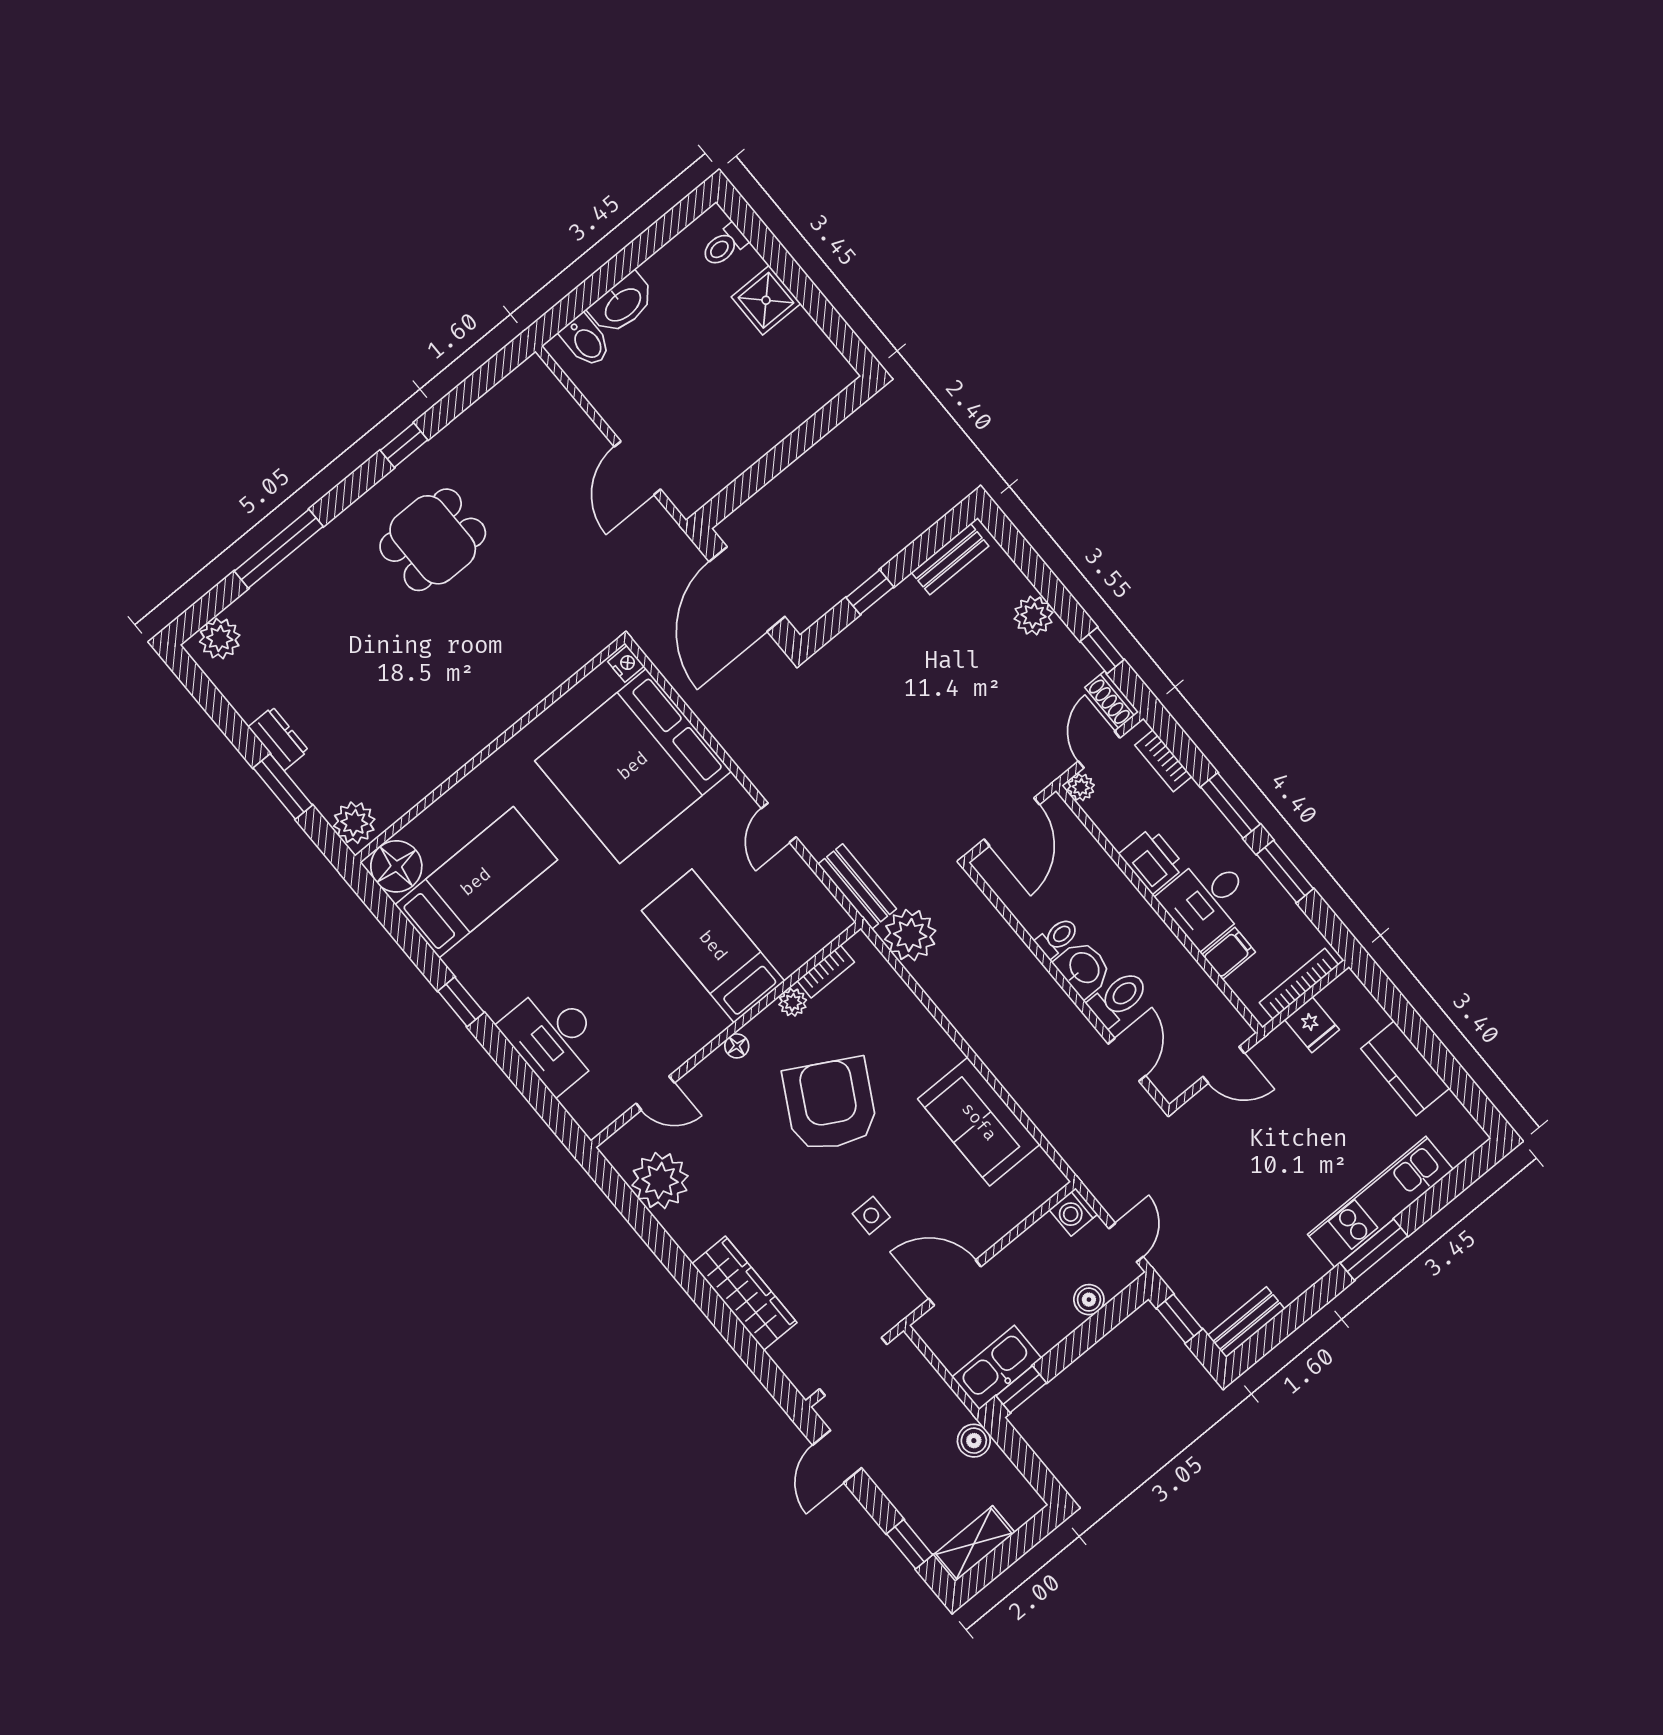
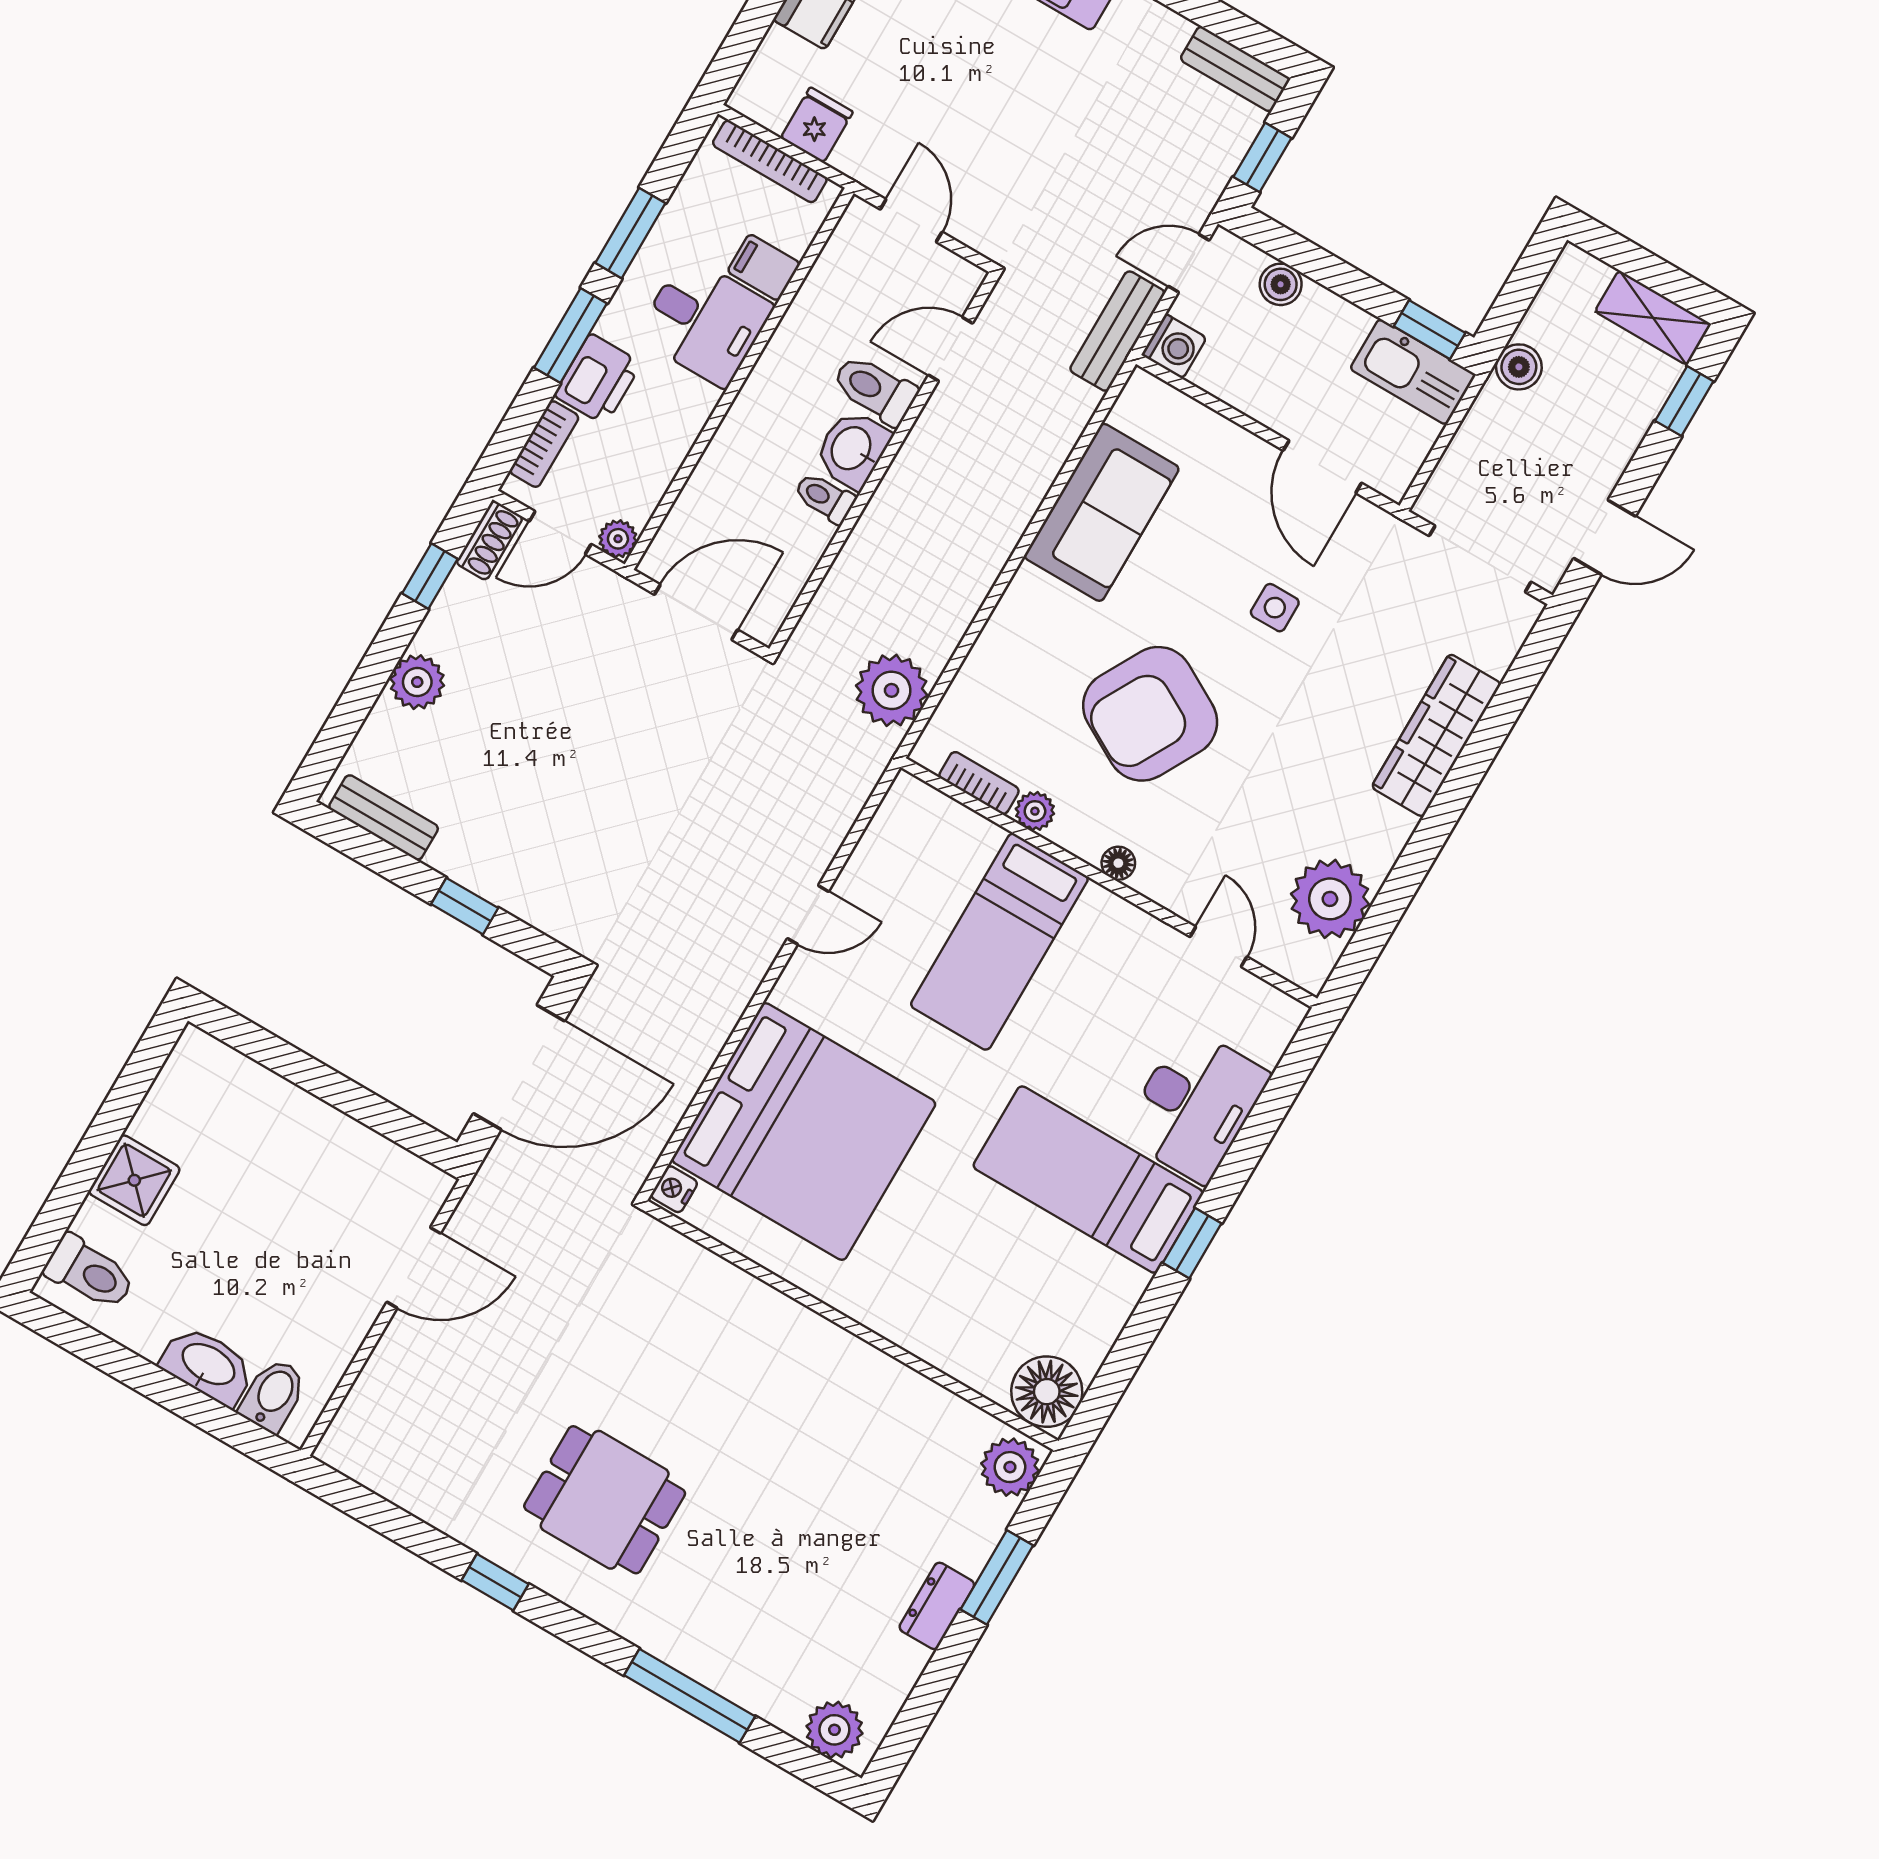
toilet: (724, 245) -> (90, 1273), width x1.37, depth x1.39
printer: (1152, 860) -> (598, 379), moved, turned 180
bed: (476, 882) -> (1088, 1180), moved
bench: (857, 887) -> (1117, 331), moved

